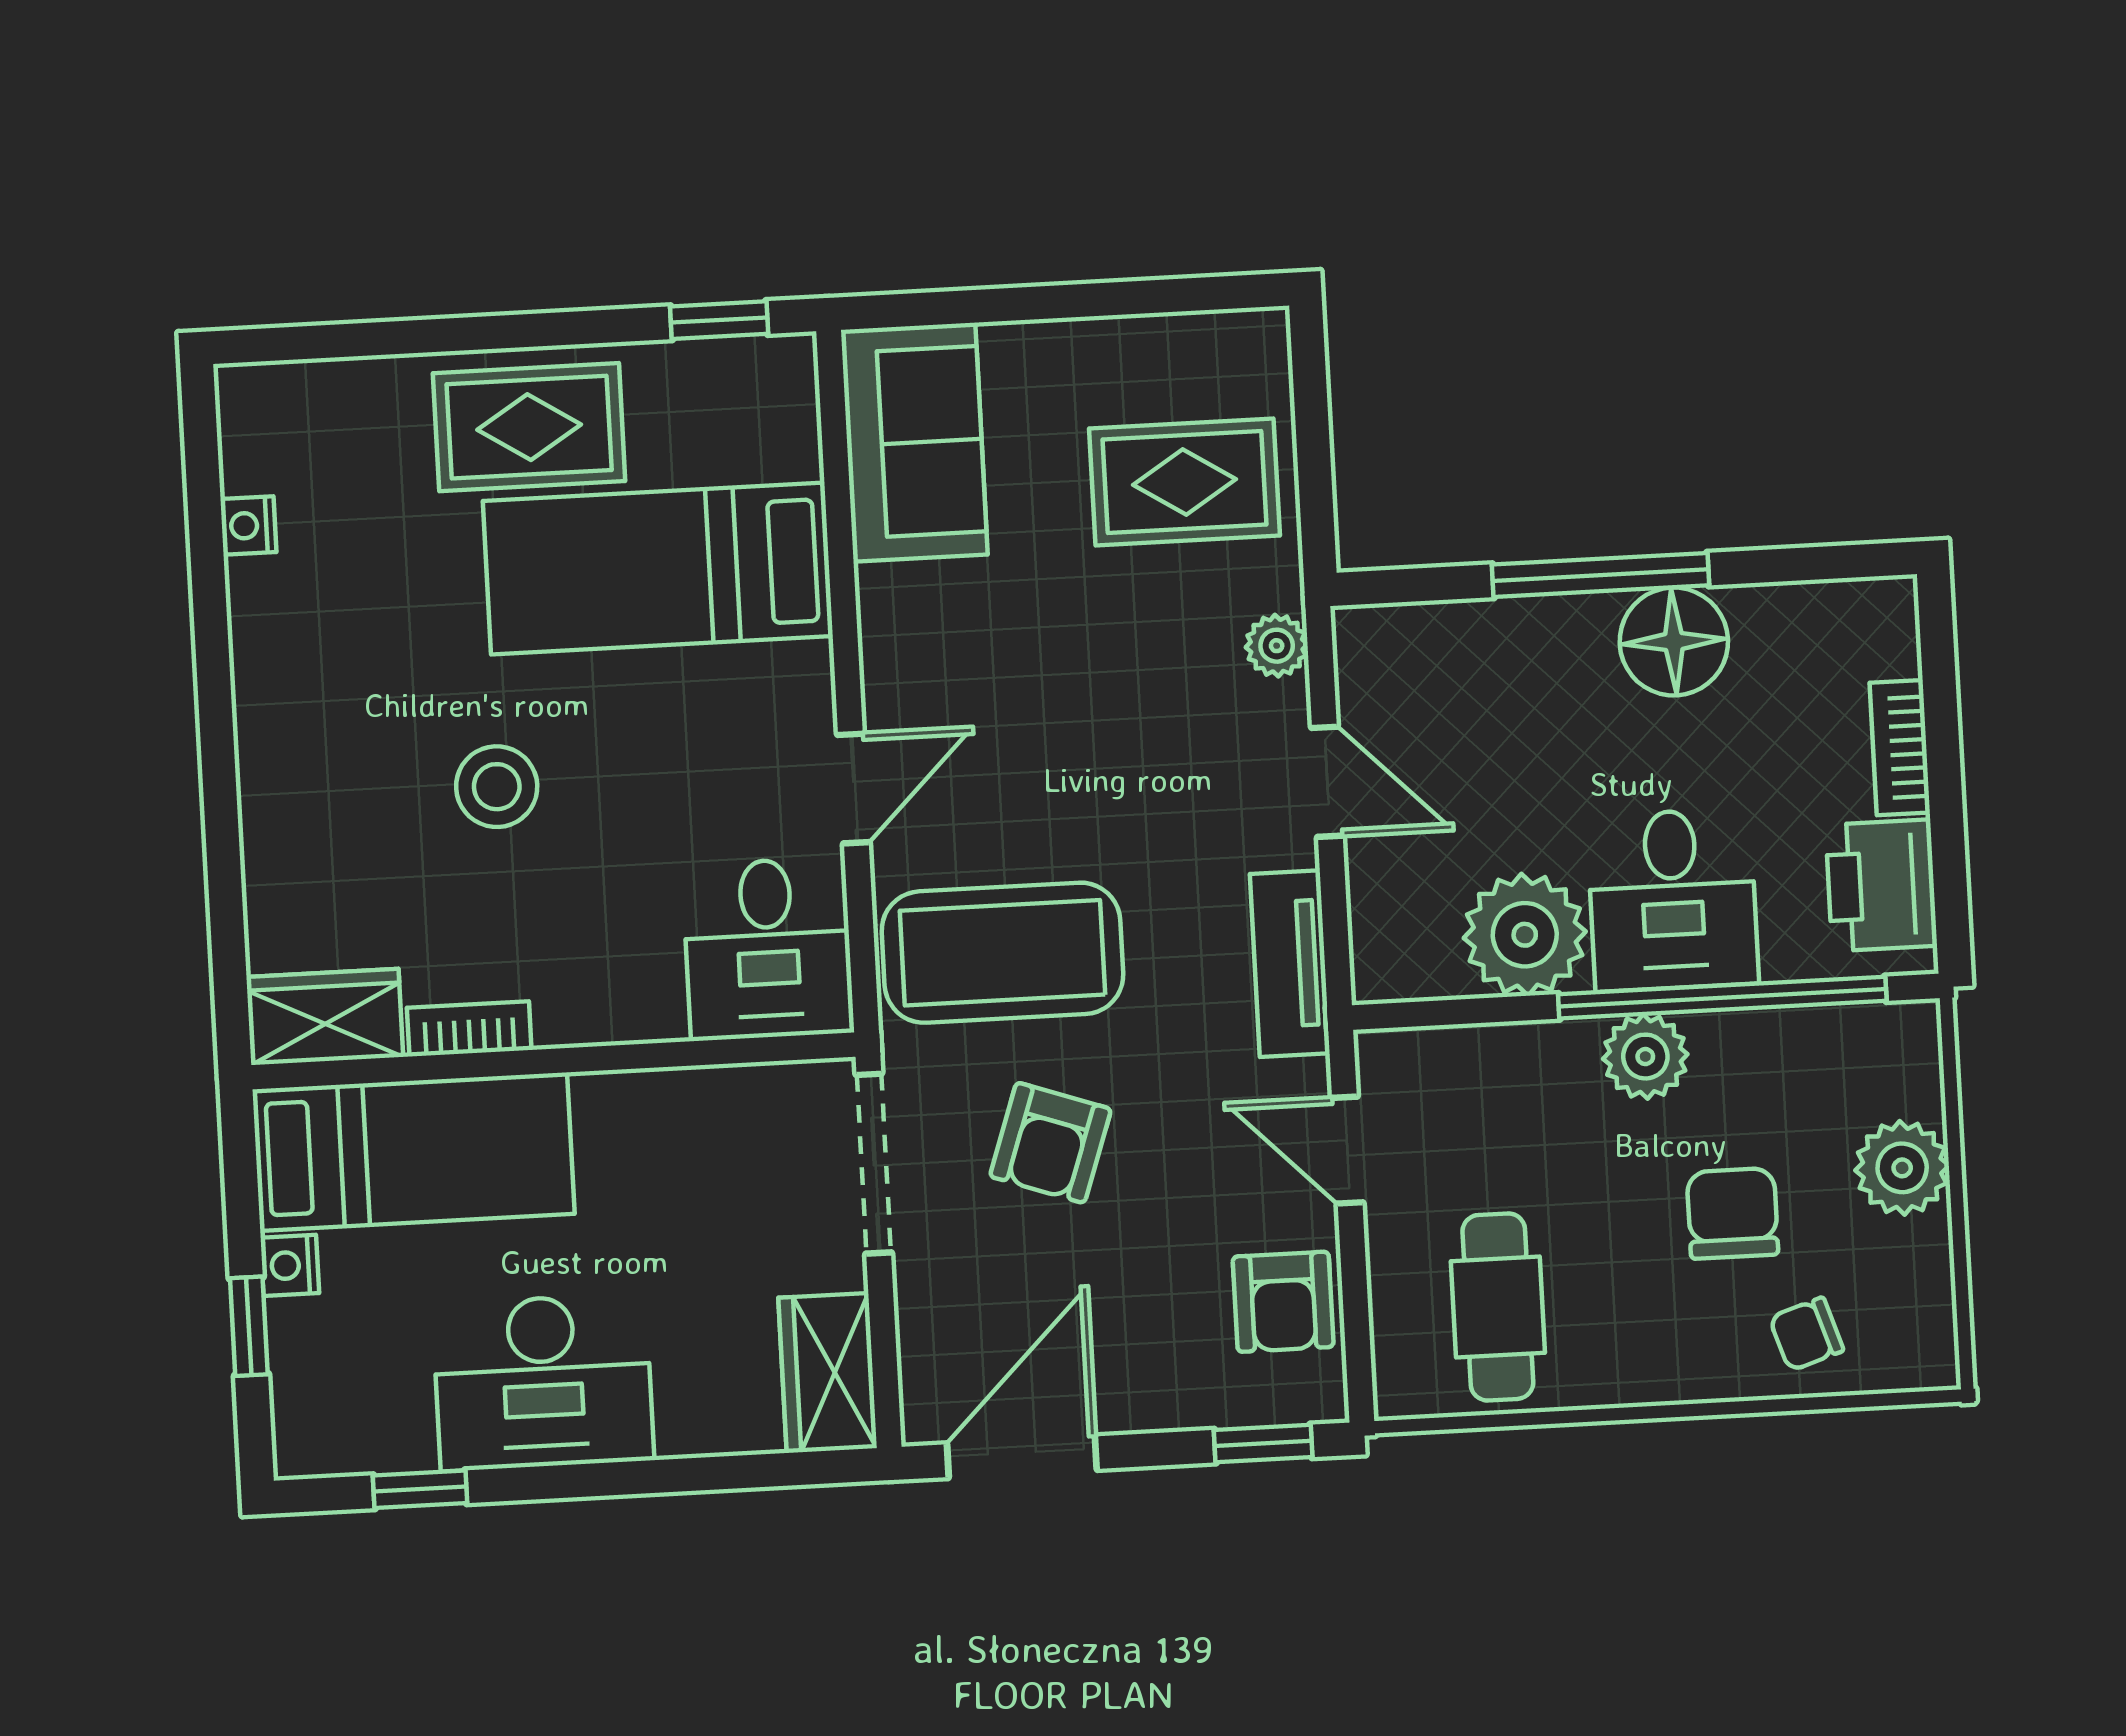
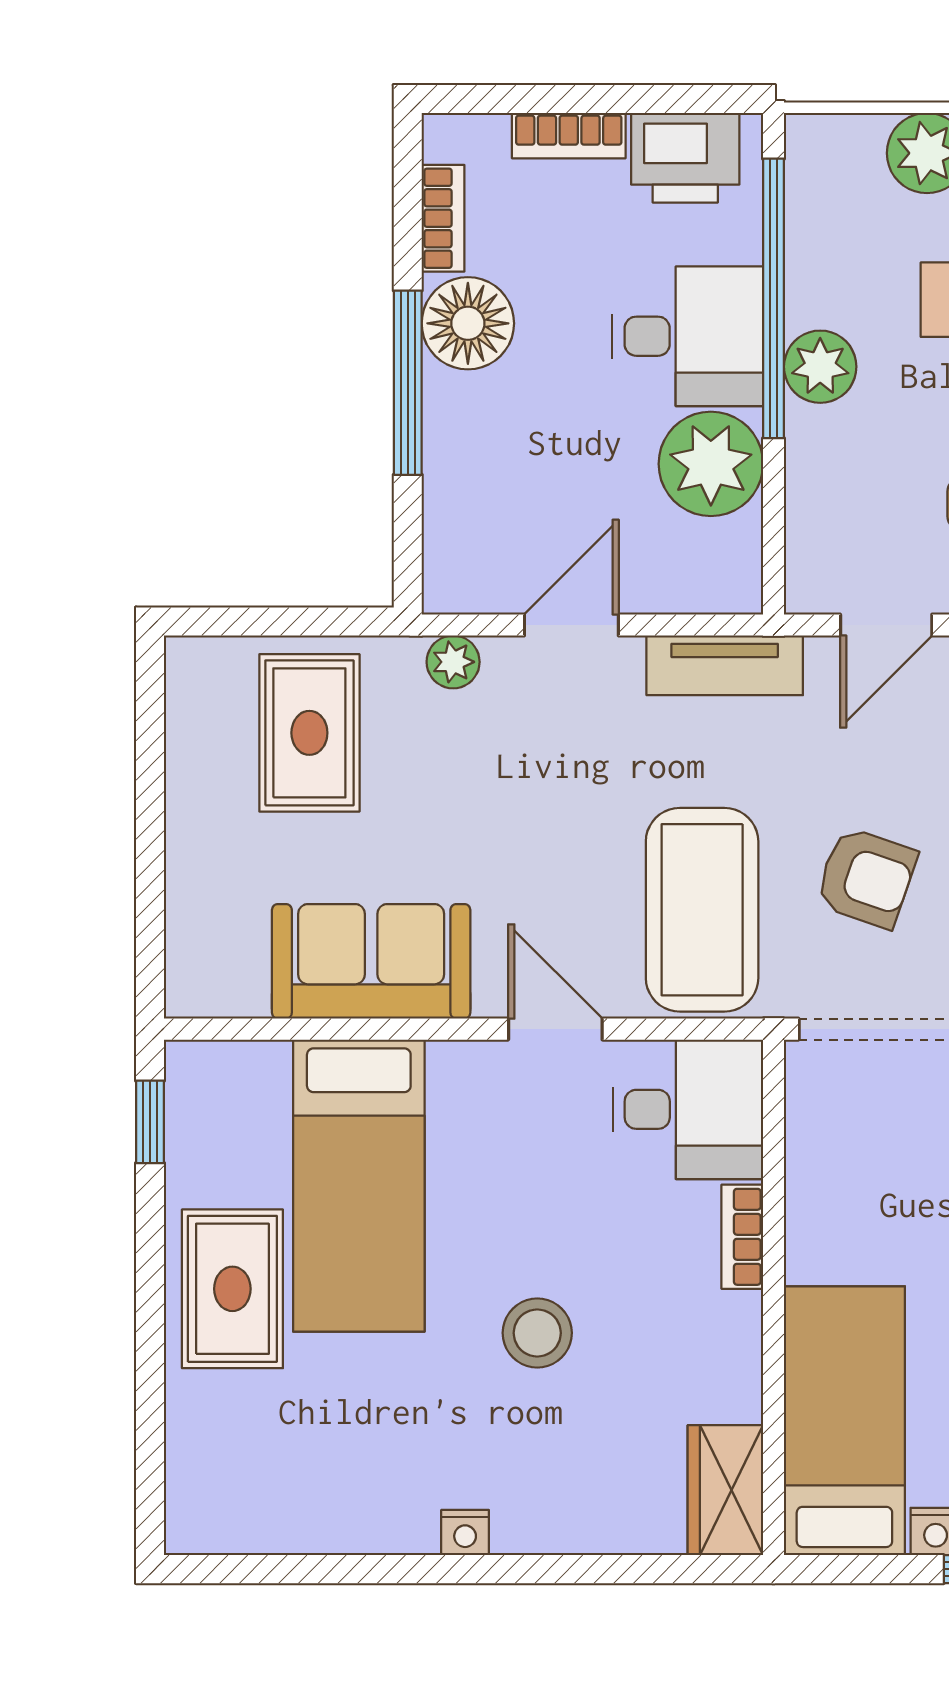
sofa: (914, 442) -> (371, 961), moved
nightstand: (248, 526) -> (465, 1533), moved
bookcase: (1795, 606) -> (443, 218), added
bookcase: (469, 1029) -> (742, 1237), moved

